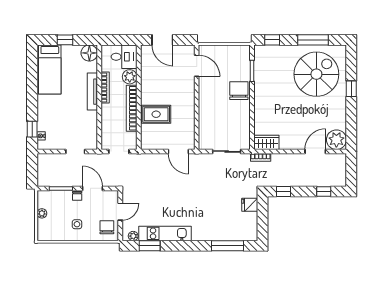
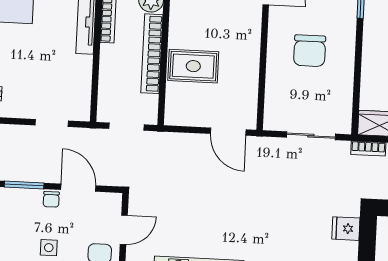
chair: (239, 91) -> (310, 51), moved, turned 180

